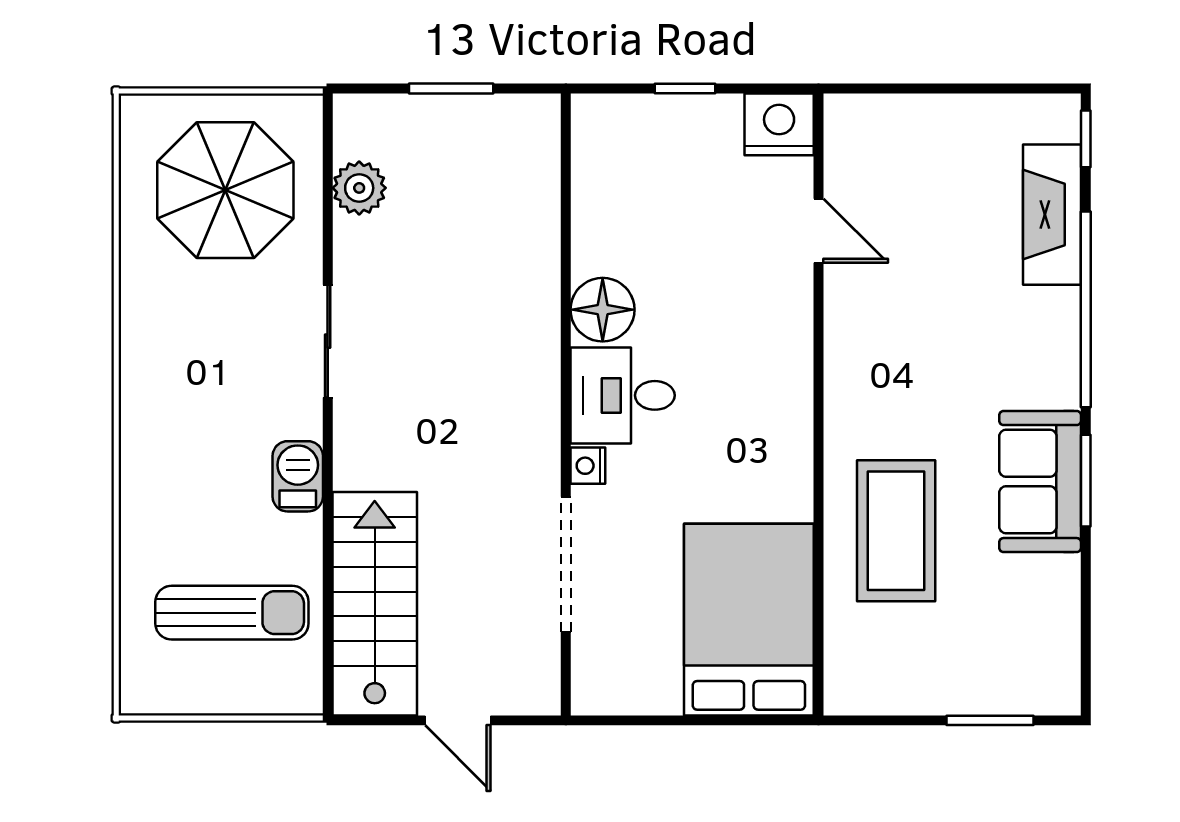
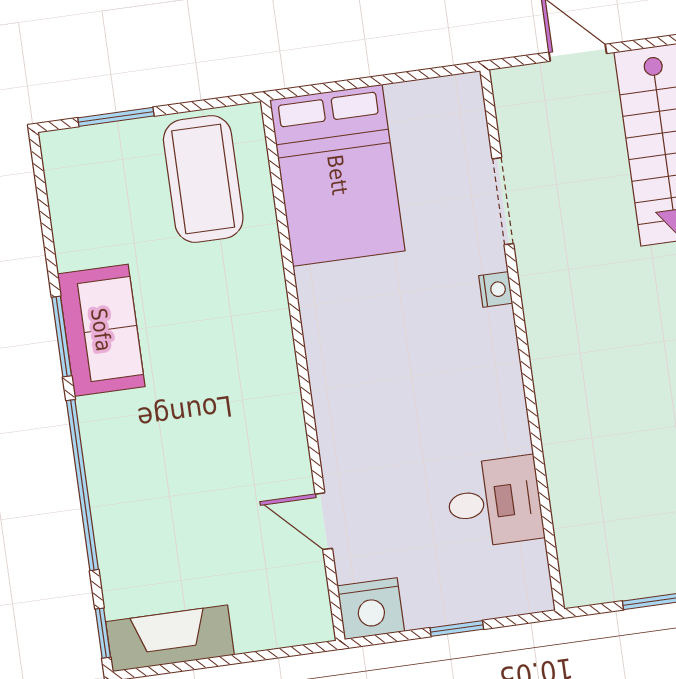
fireplace: (1052, 215) -> (170, 638), moved, turned -90
floor lamp: (603, 310) -> (502, 427), removed
desk: (623, 395) -> (494, 502), moved
coffee table: (896, 531) -> (203, 179), moved
doorway: (566, 564) -> (503, 201), width x0.73

